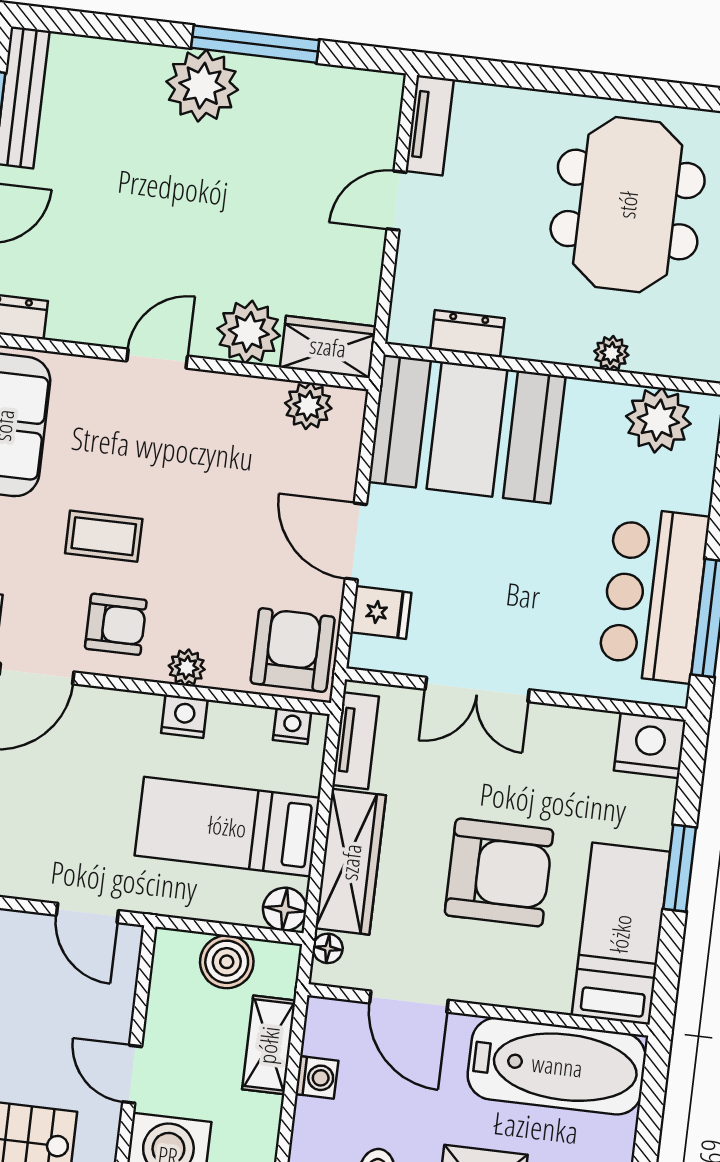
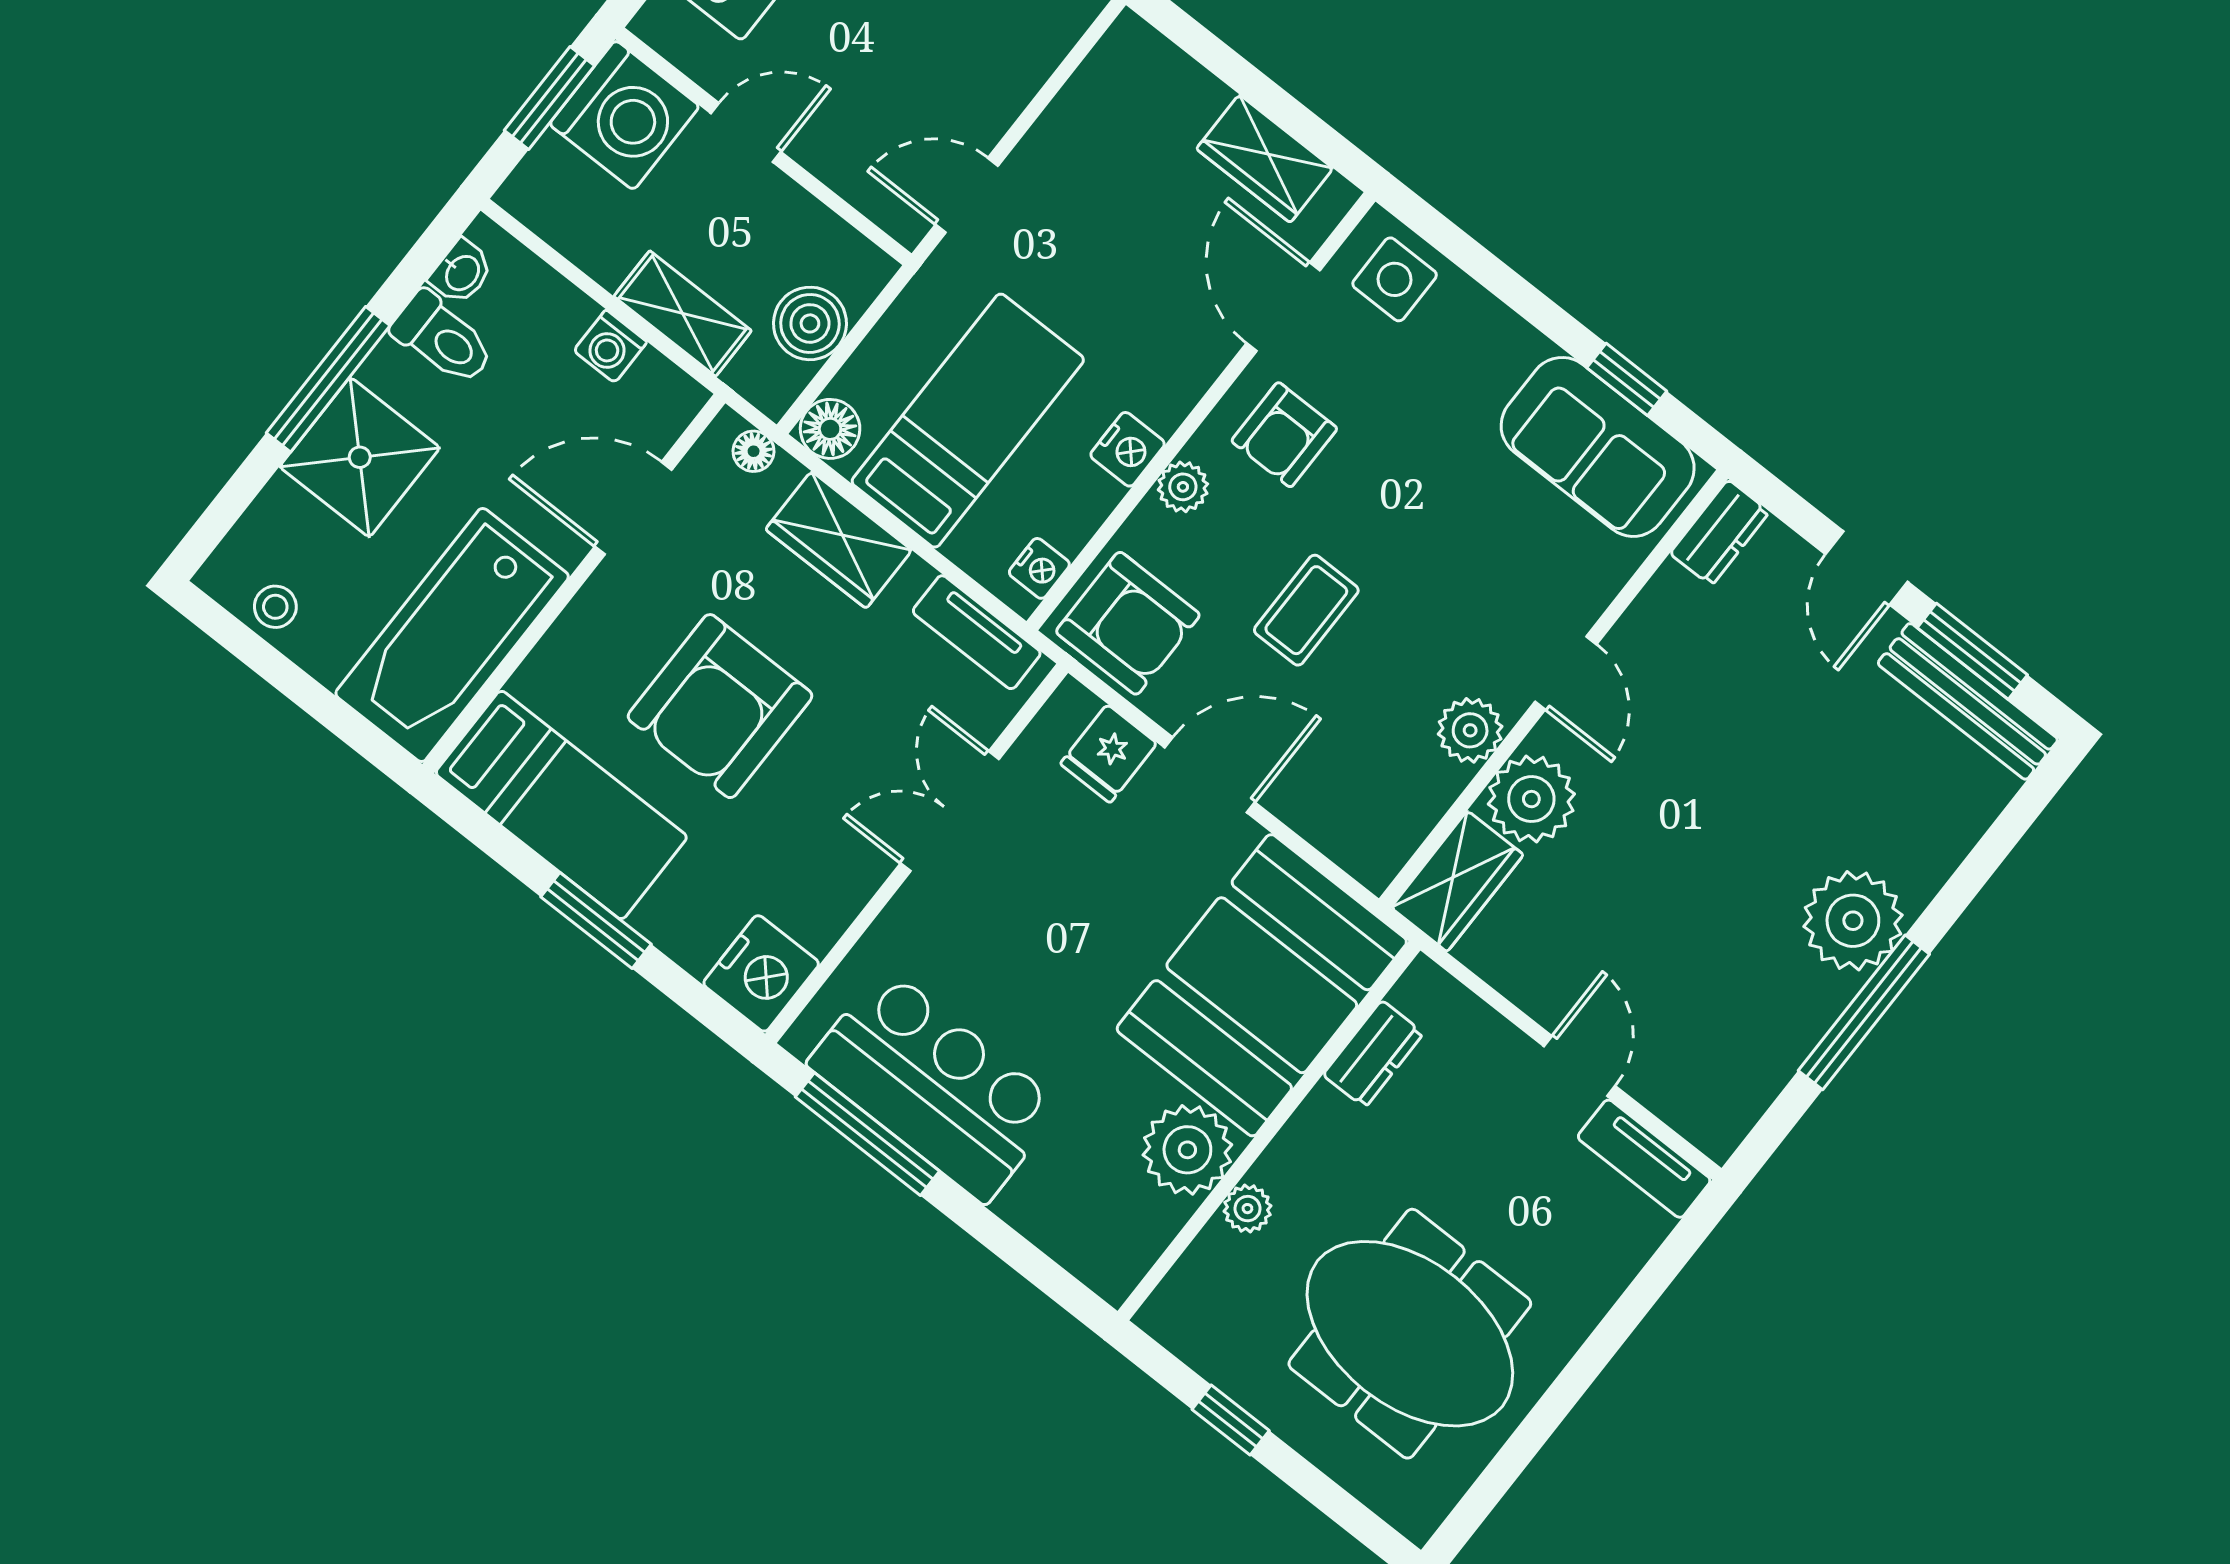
plant: (308, 406) -> (1470, 730), moved
plant: (658, 420) -> (1187, 1150), moved
coffee table: (104, 536) -> (1306, 610), moved
wardrobe: (351, 862) -> (839, 540), width x0.67

